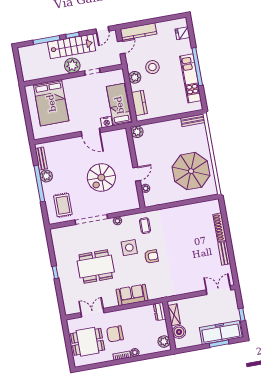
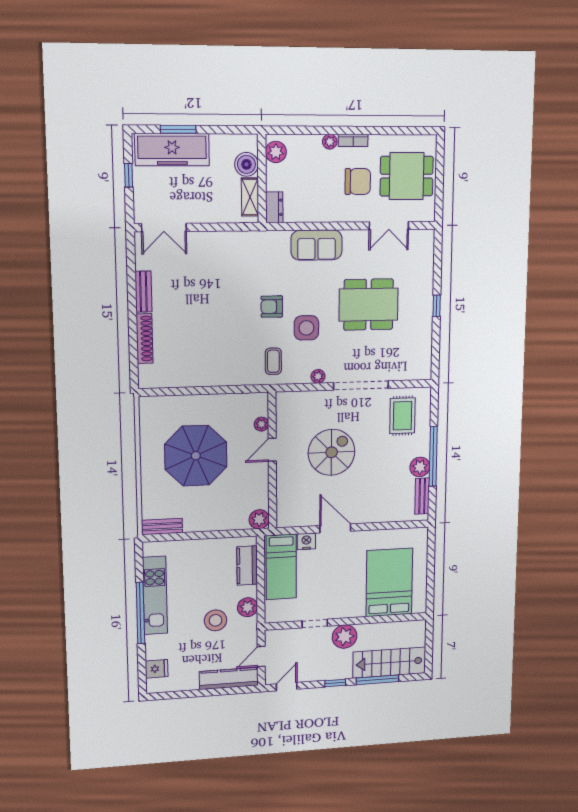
stairs: (72, 46) -> (389, 663), moved
parasol: (191, 171) -> (196, 456), moved

